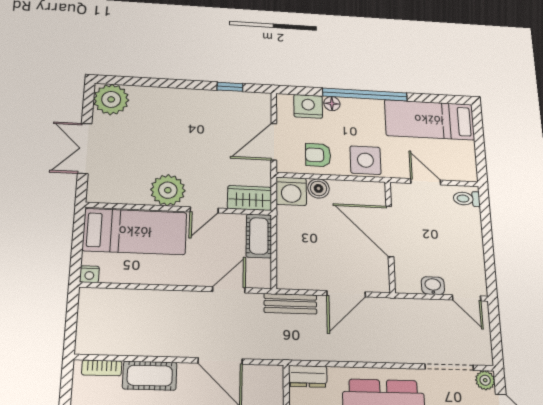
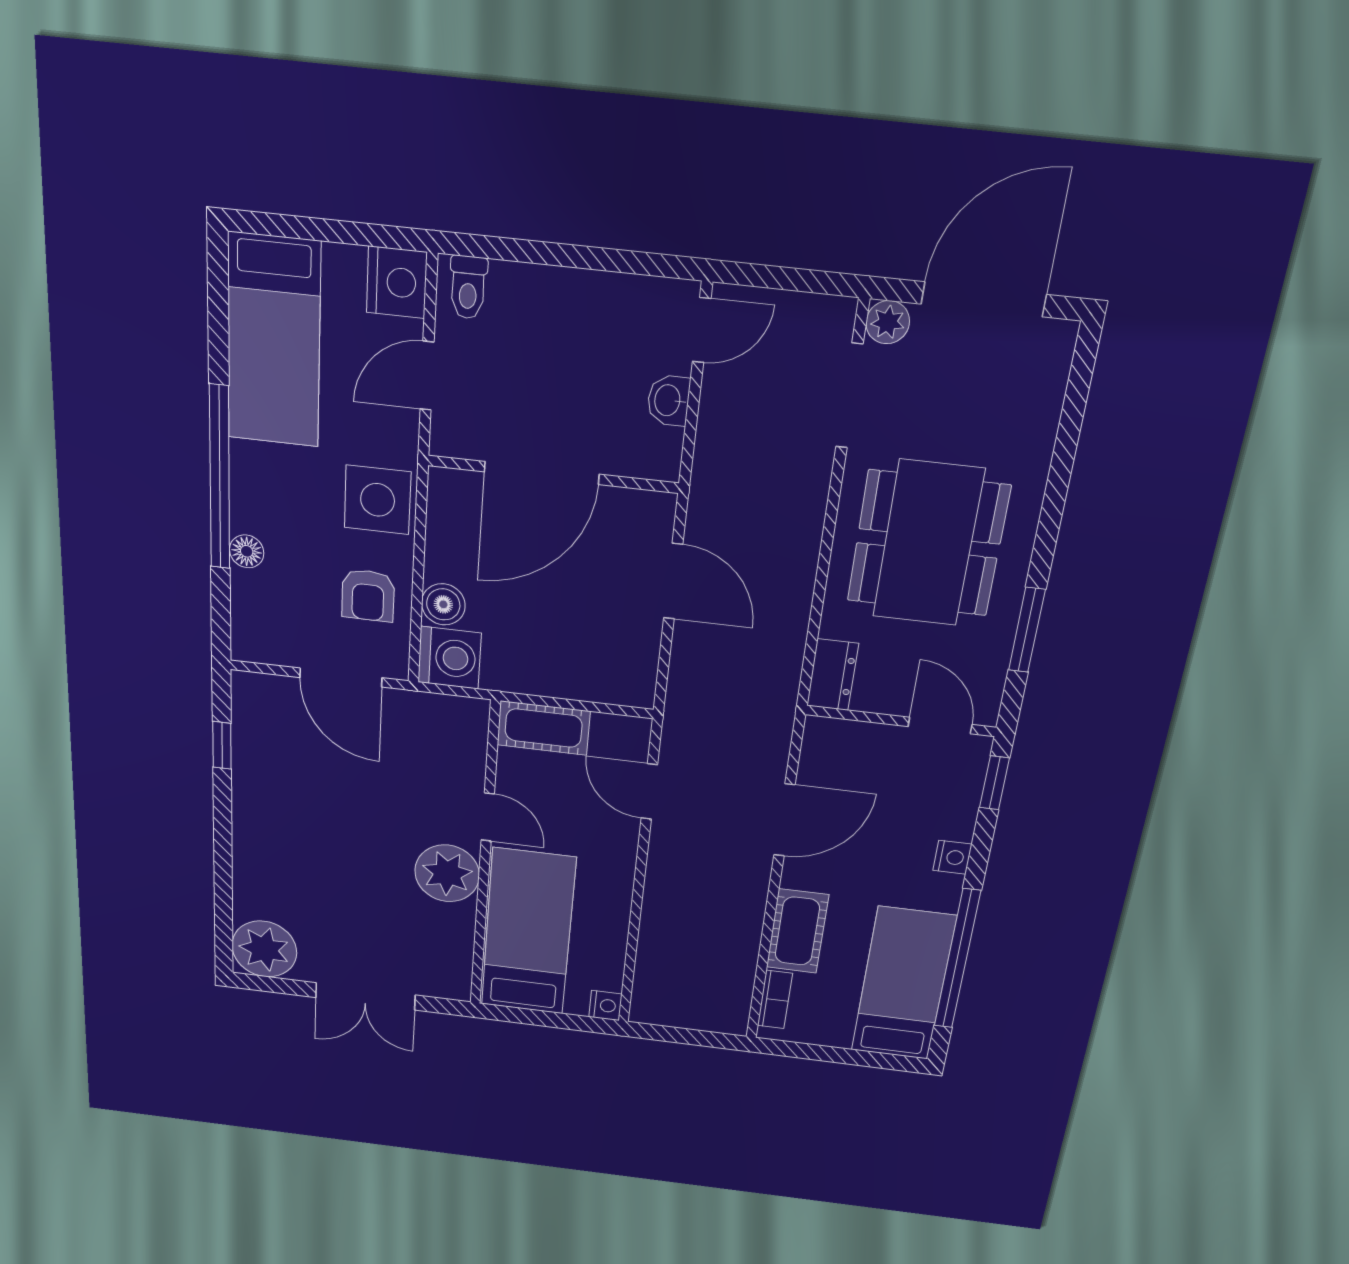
nightstand: (308, 106) -> (397, 282), moved, turned 180
wardrobe: (250, 198) -> (464, 736), removed
bench: (290, 304) -> (686, 688), removed

